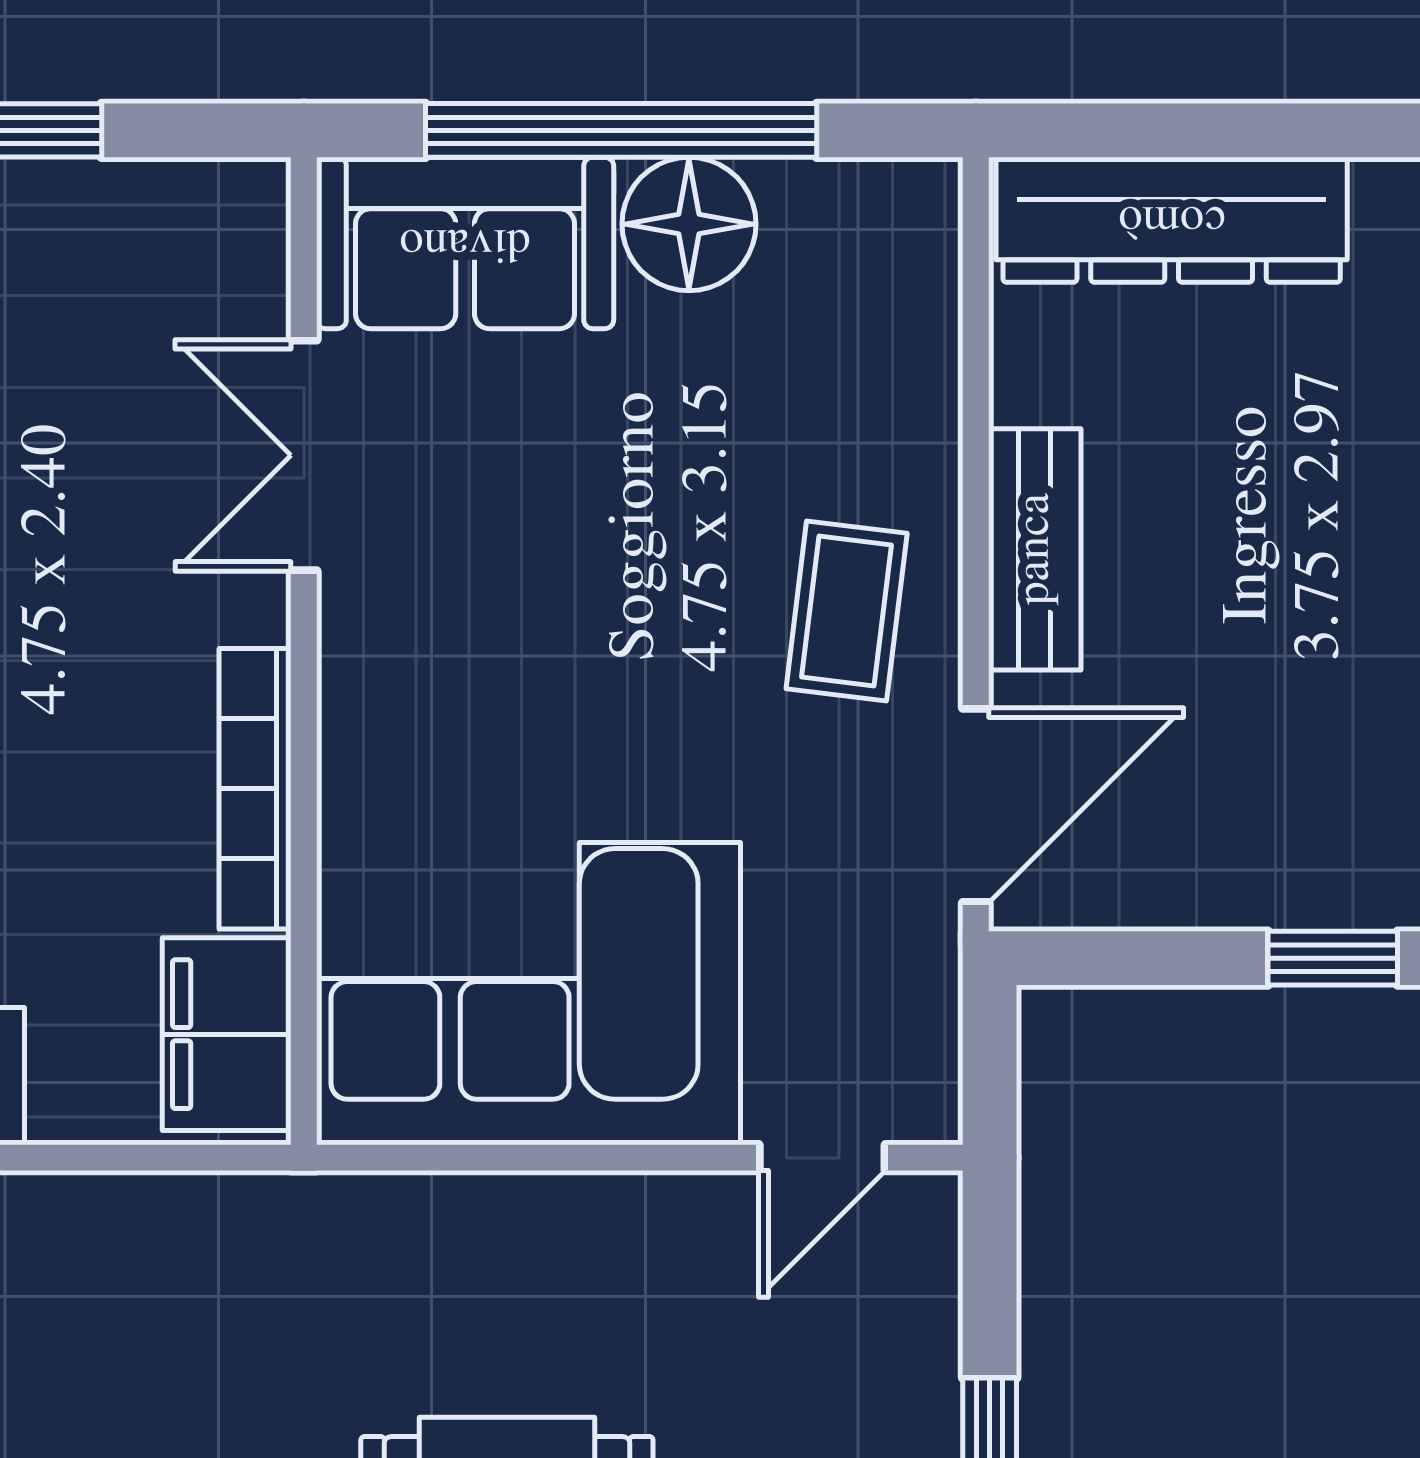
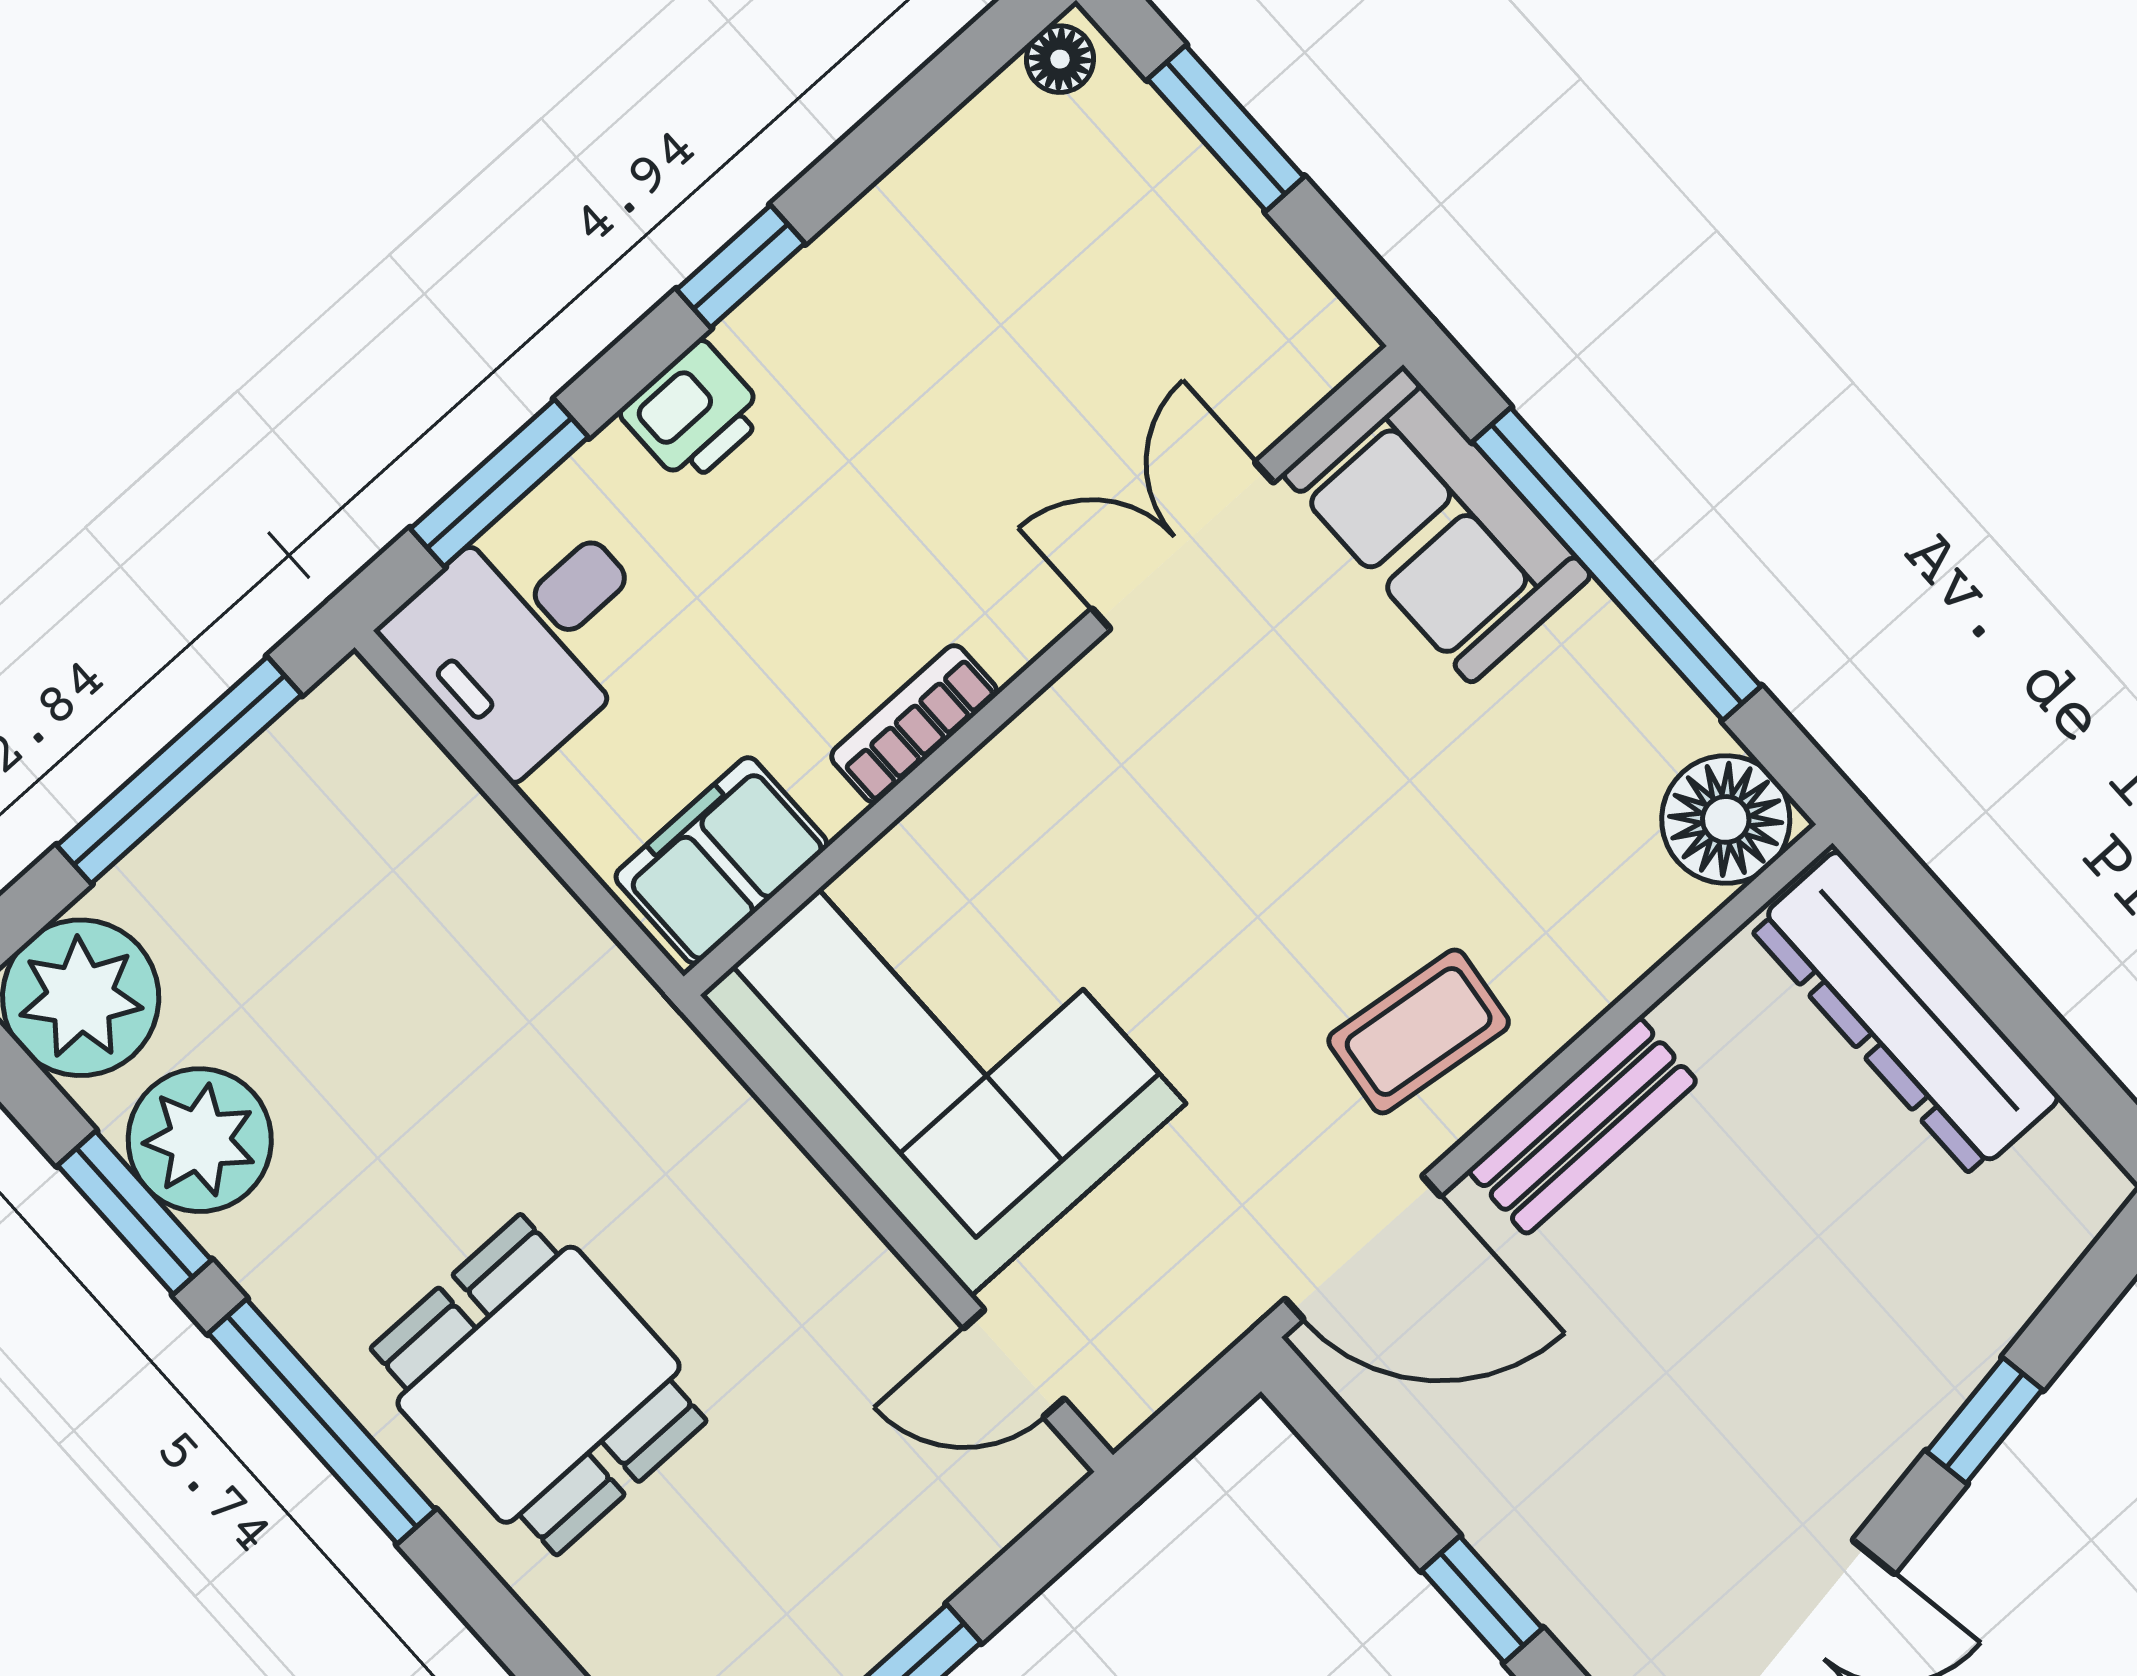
floor lamp: (689, 224) -> (1726, 819), moved
bookcase: (255, 789) -> (914, 724), width x0.64

